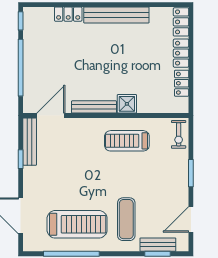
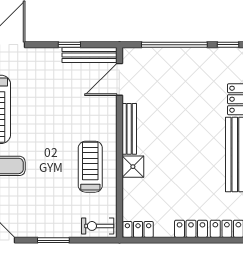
locker: (182, 83) -> (138, 229), moved
door: (51, 115) -> (119, 79), swing flipped

